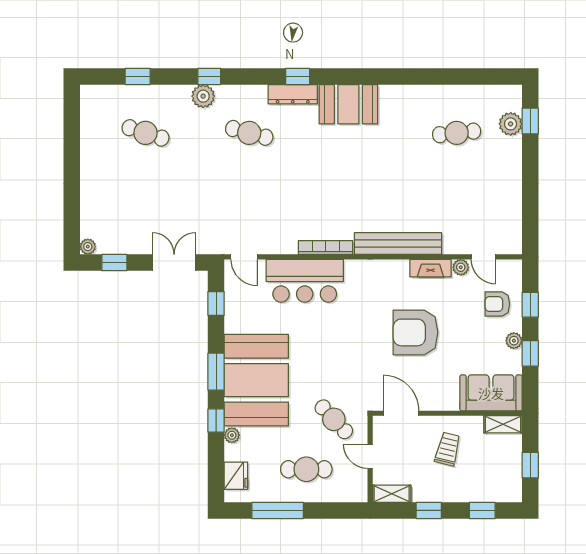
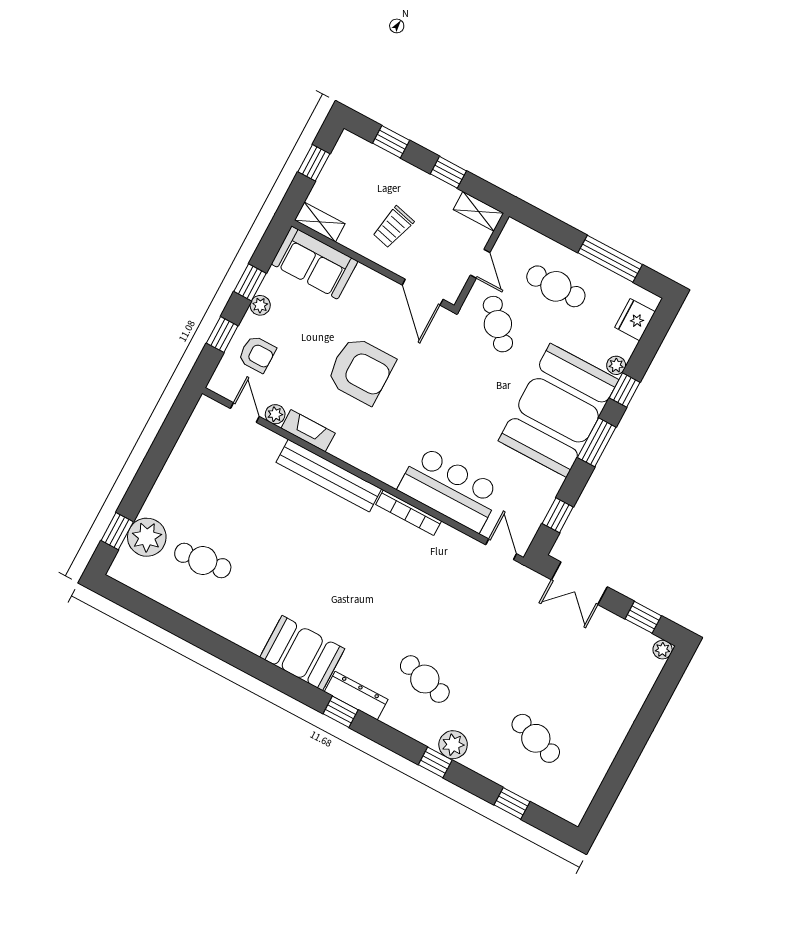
plant: (511, 124) -> (147, 537), width x1.36, depth x1.36

